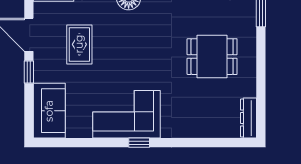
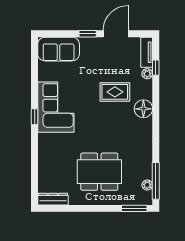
rug: (79, 44) -> (115, 92), moved
dining table: (212, 57) -> (99, 172), width x1.38

